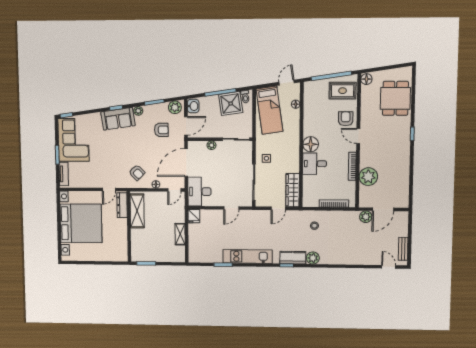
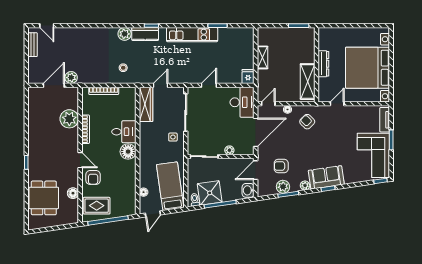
floor lamp: (366, 79) -> (73, 193), moved
plant: (175, 107) -> (283, 187), moved
dresser: (122, 205) -> (323, 64), moved

